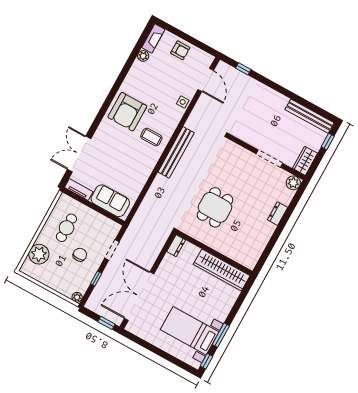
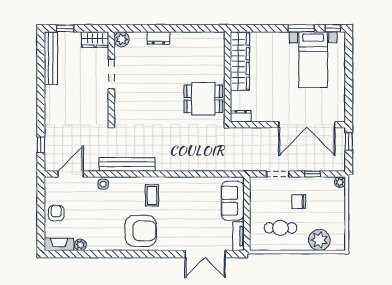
bench: (176, 152) -> (127, 164), moved
dining table: (215, 207) -> (203, 99), moved

